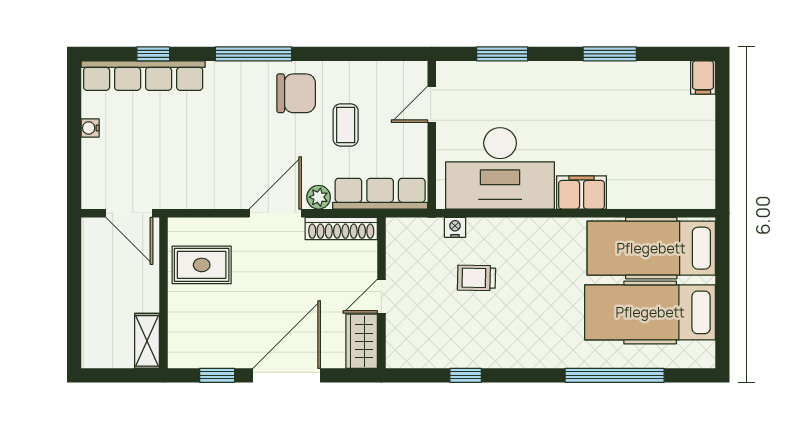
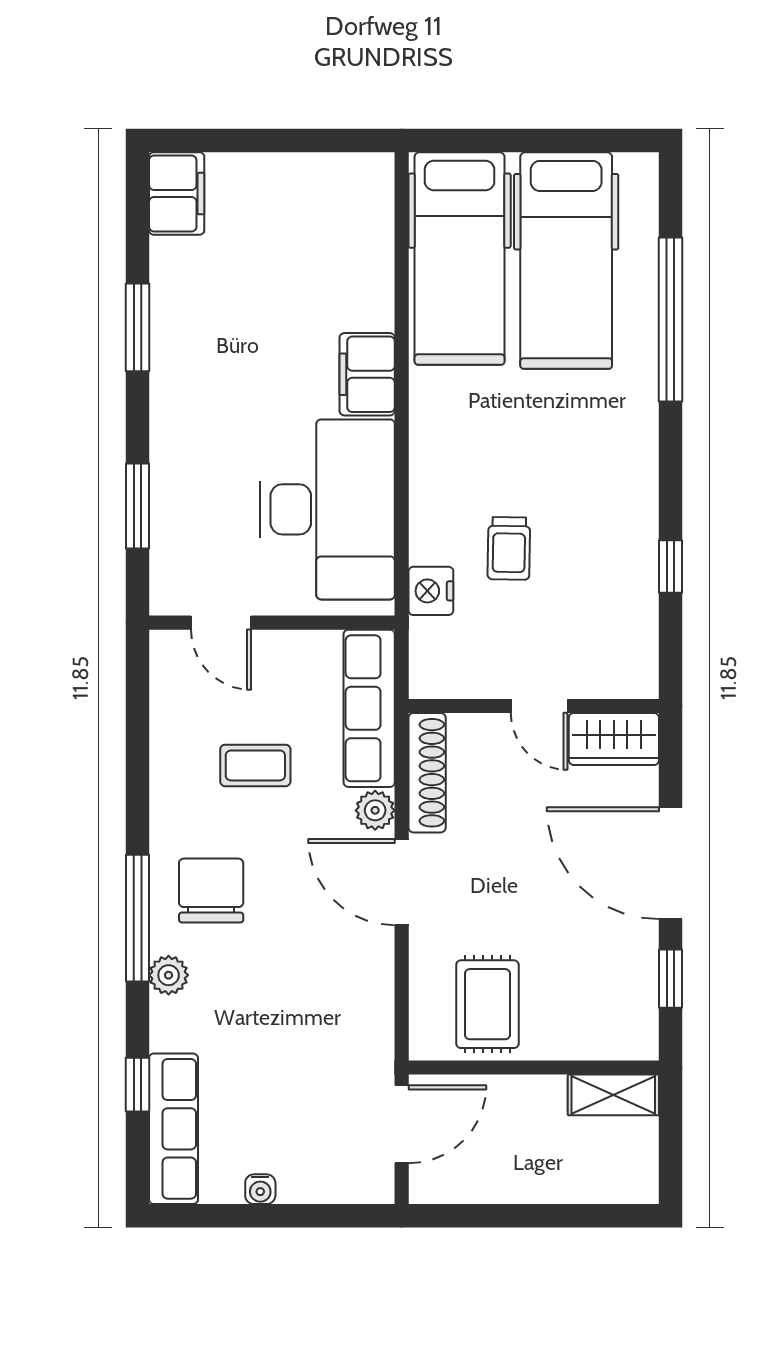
plant: (219, 73) -> (169, 975), added
row of seats: (143, 76) -> (173, 1129), width x0.73
filing cabinet: (703, 78) -> (177, 194), width x2.00
chair: (296, 93) -> (211, 891), moved
nightstand: (455, 227) -> (431, 591), width x1.39, depth x1.35

